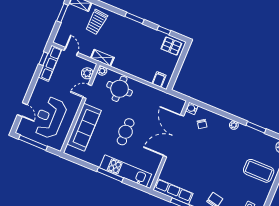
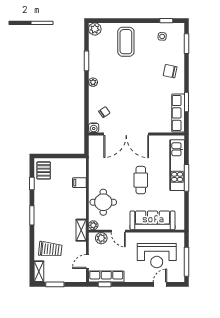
filing cabinet: (159, 79) -> (79, 183), moved
cafe table: (126, 132) -> (141, 180), turned 90

